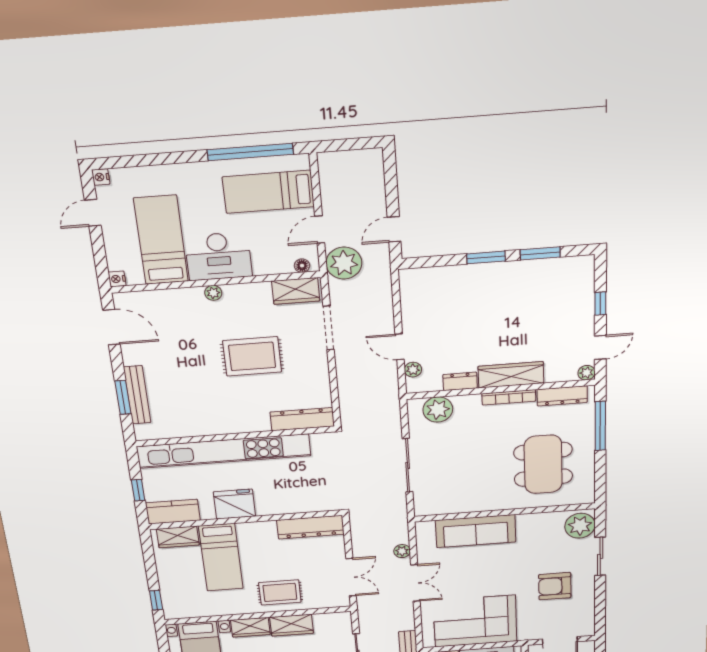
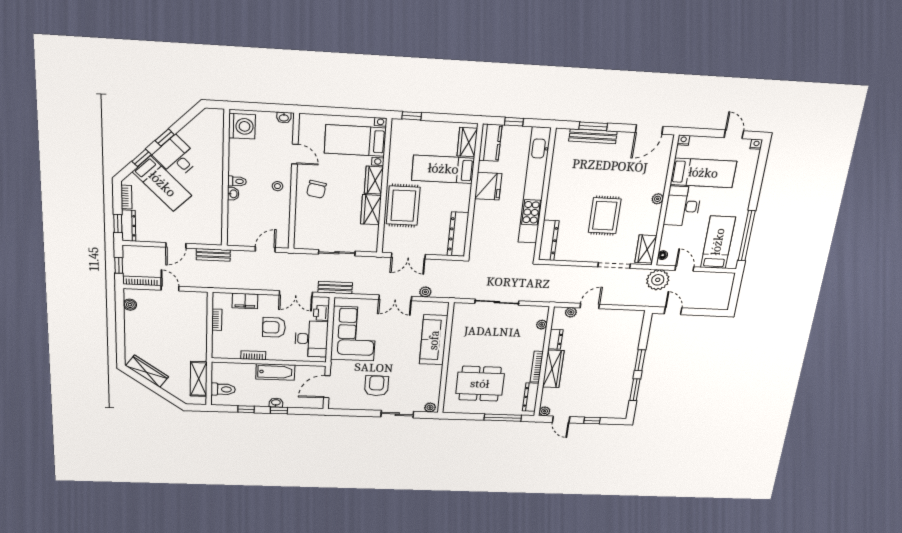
plant: (438, 409) -> (542, 325), width x0.53, depth x0.53
plant: (580, 526) -> (430, 407), width x0.53, depth x0.53
rug: (280, 592) -> (403, 206), width x1.36, depth x1.43

